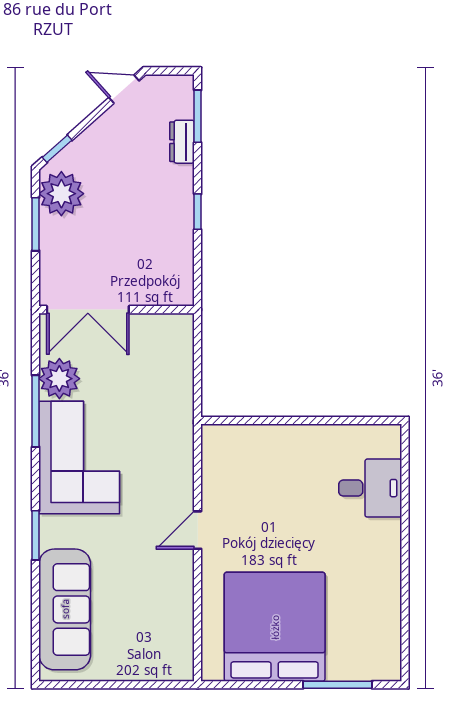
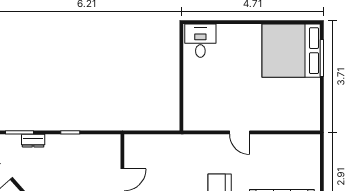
desk: (370, 488) -> (200, 41), moved
bed: (275, 627) -> (291, 51), moved

